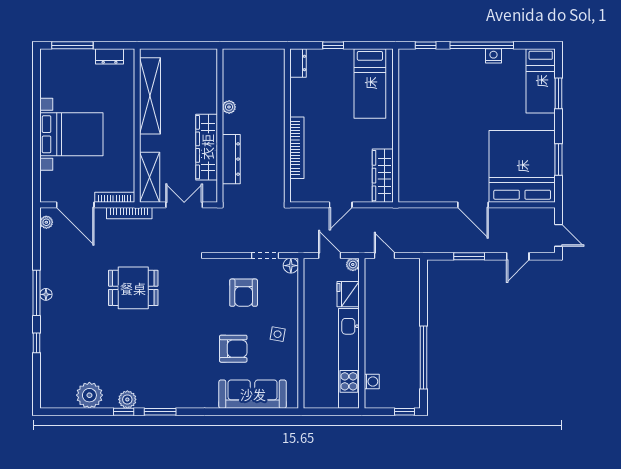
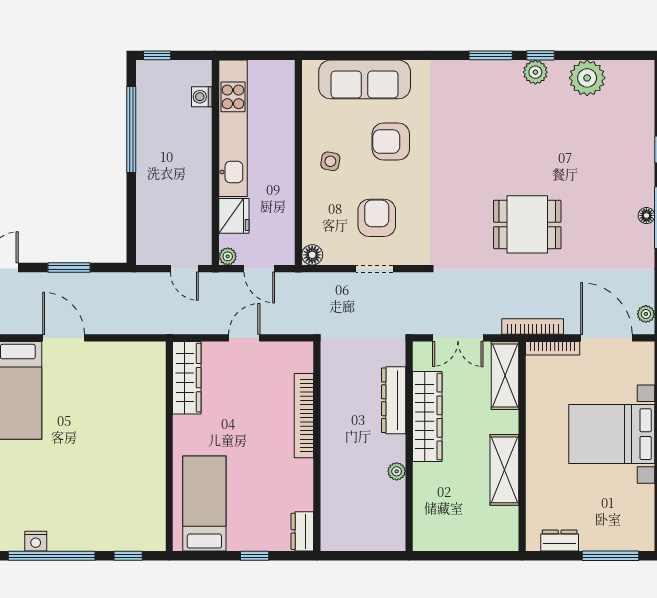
shelving: (150, 96) -> (504, 470), width x0.68
doorway: (265, 255) -> (375, 269), moved

